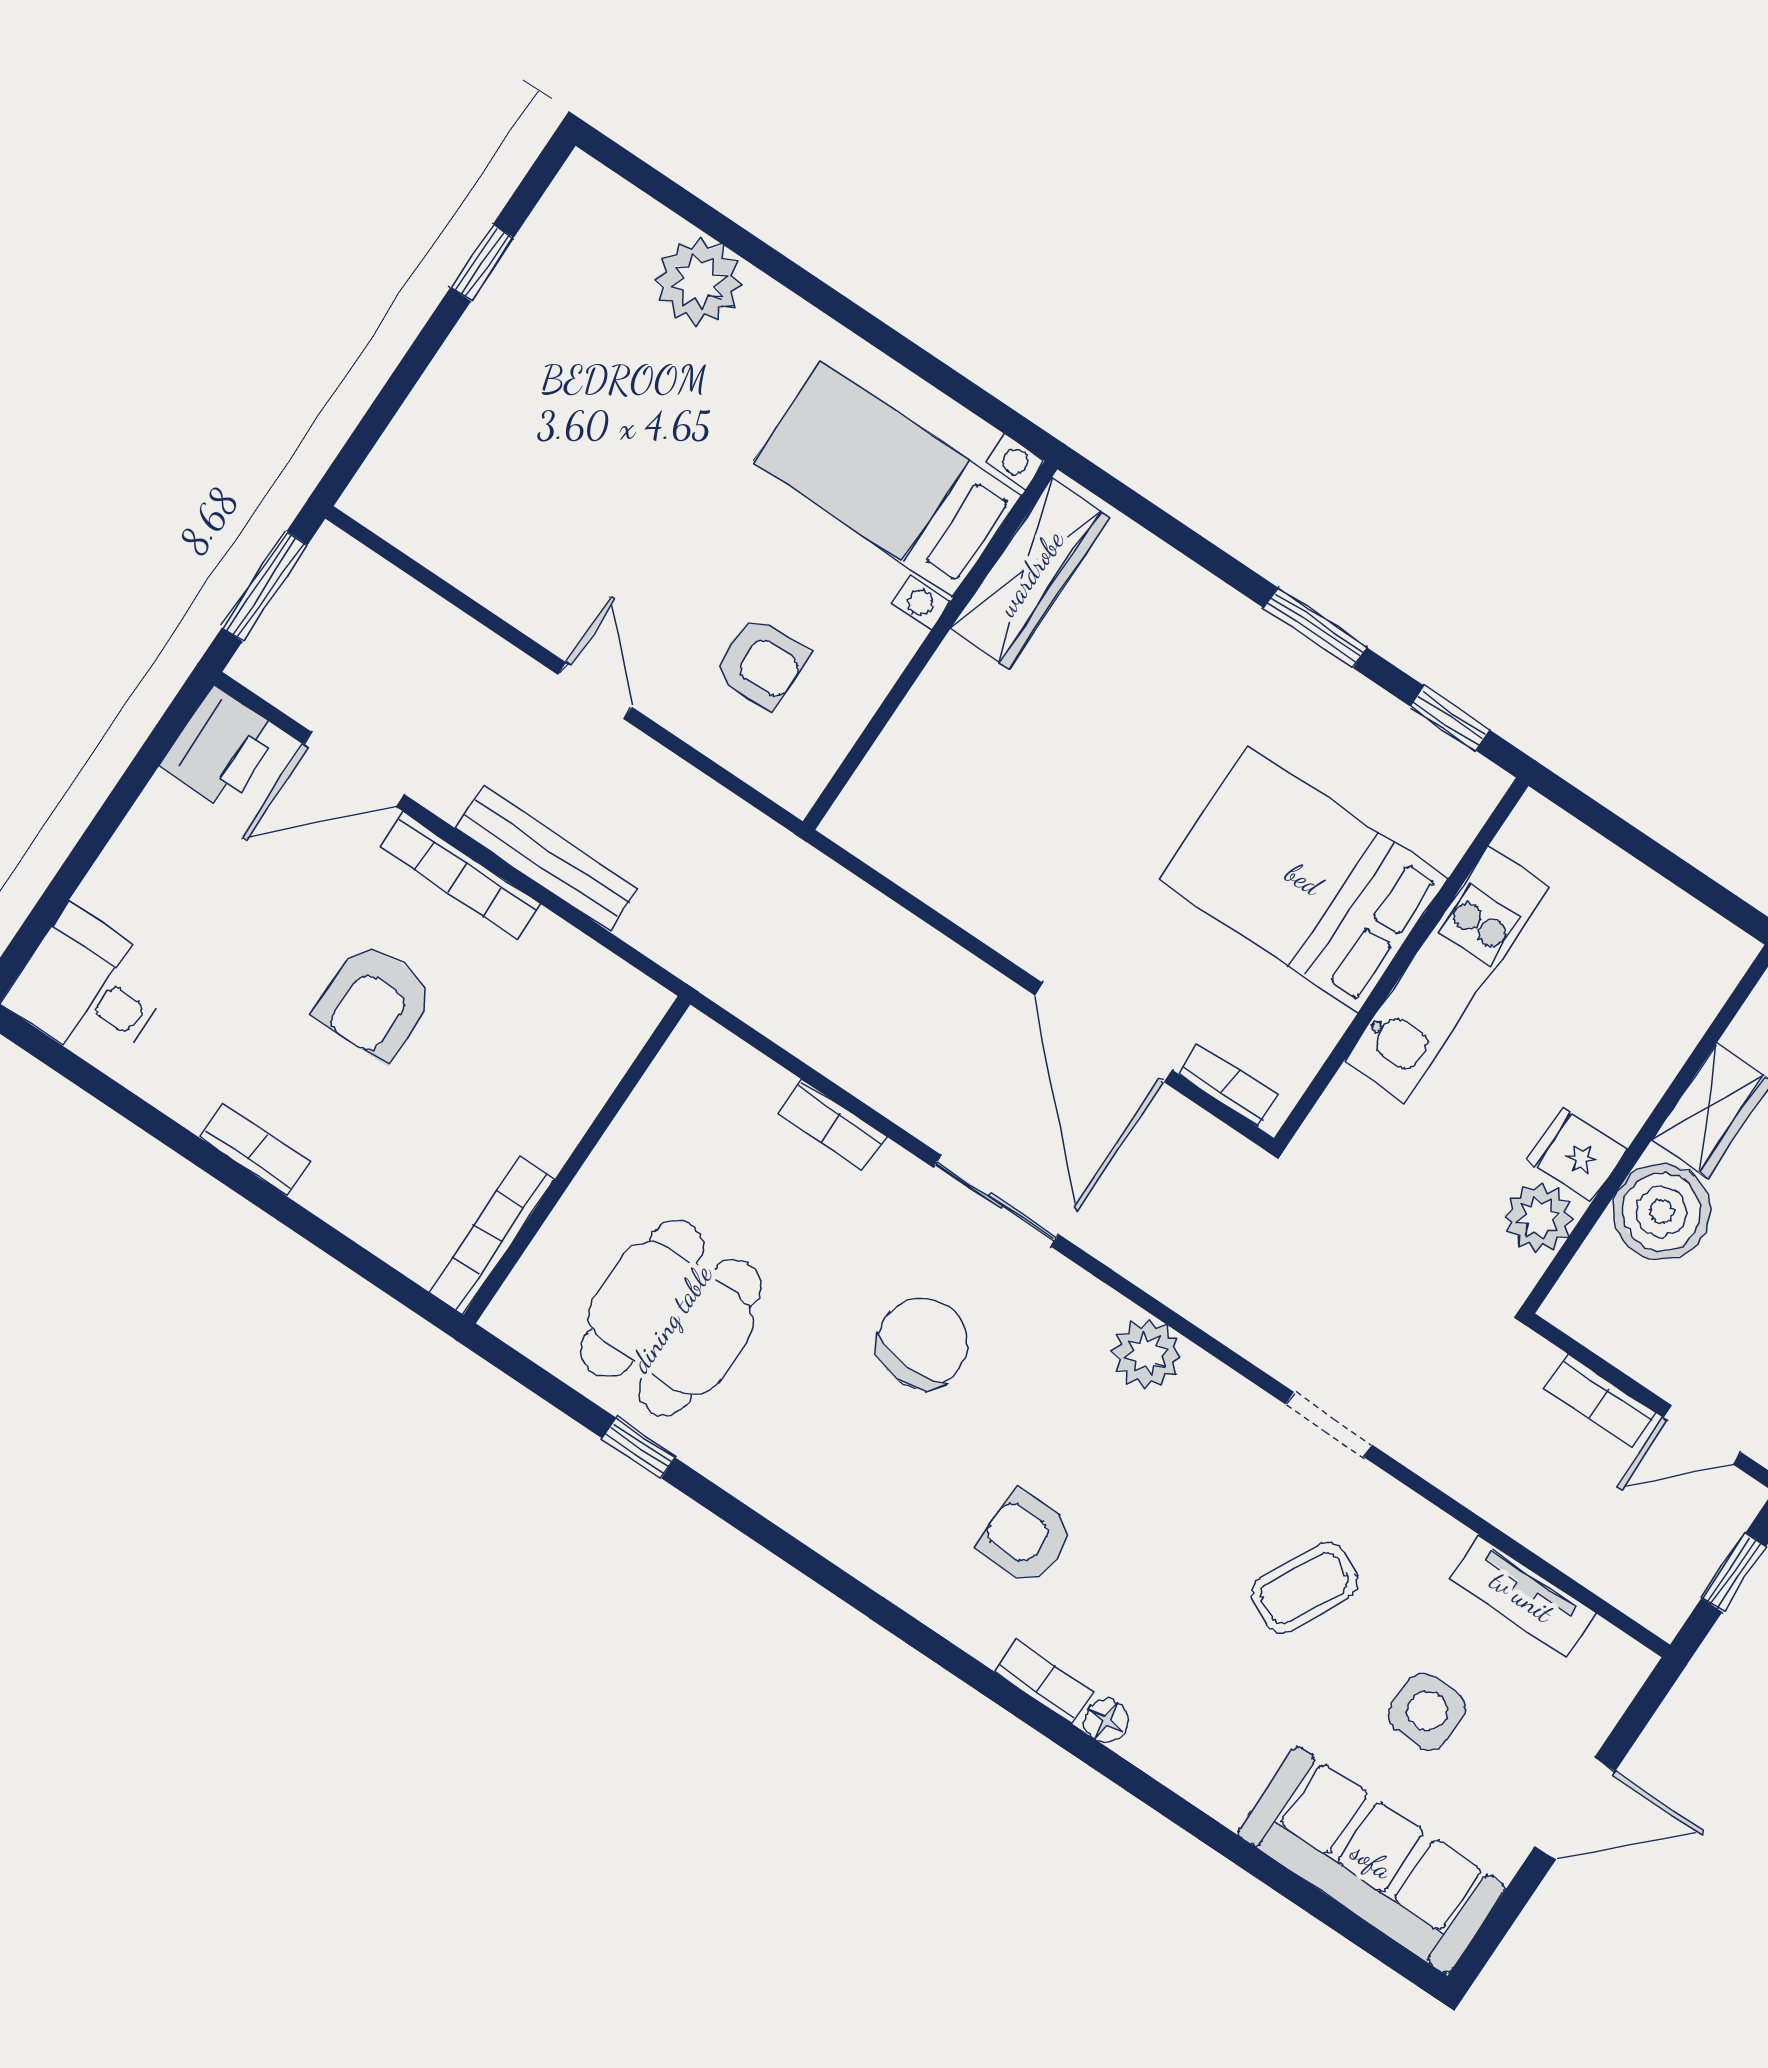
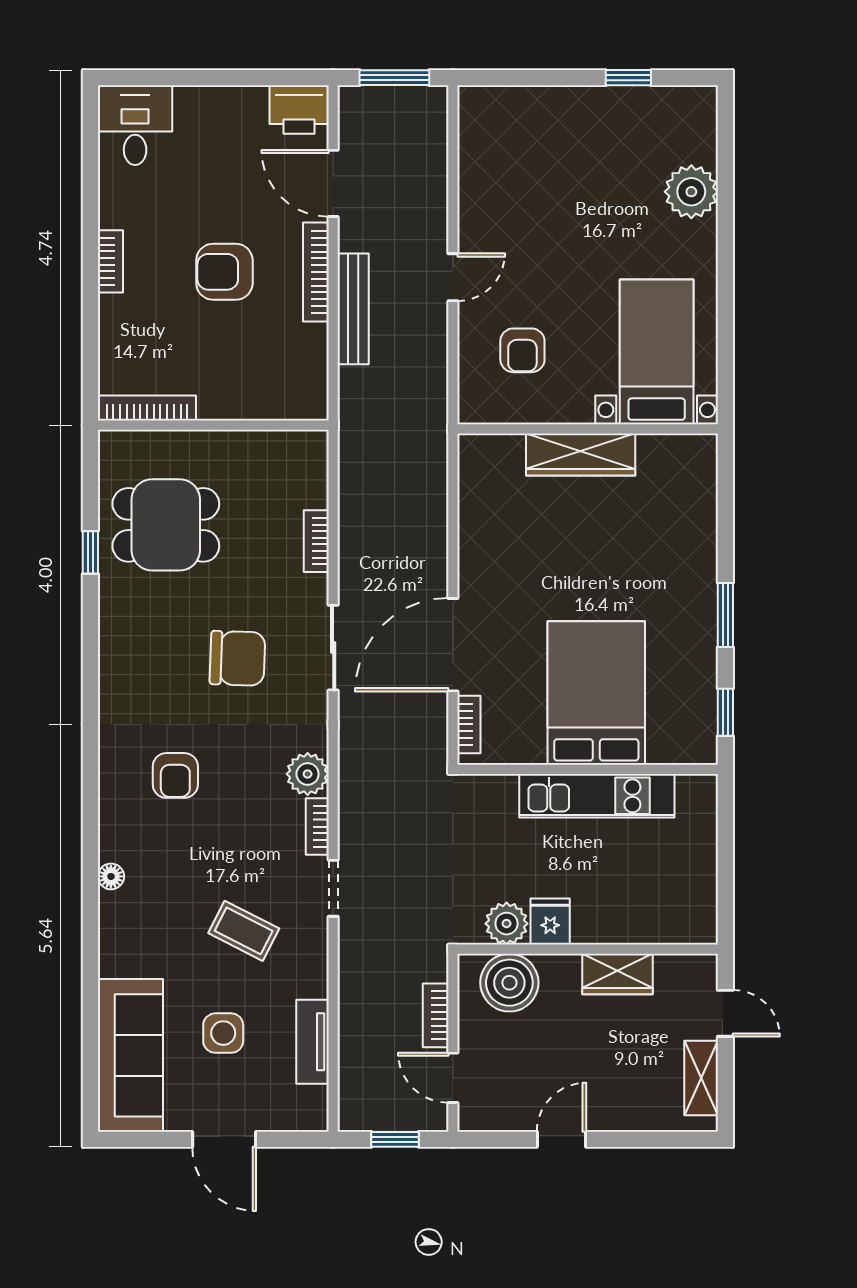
wardrobe: (1030, 573) -> (581, 454), moved
boiler: (1662, 1212) -> (509, 983), moved
armchair: (1026, 1538) -> (175, 775), turned 180
bookcase: (1043, 1682) -> (317, 827), moved, turned 180

